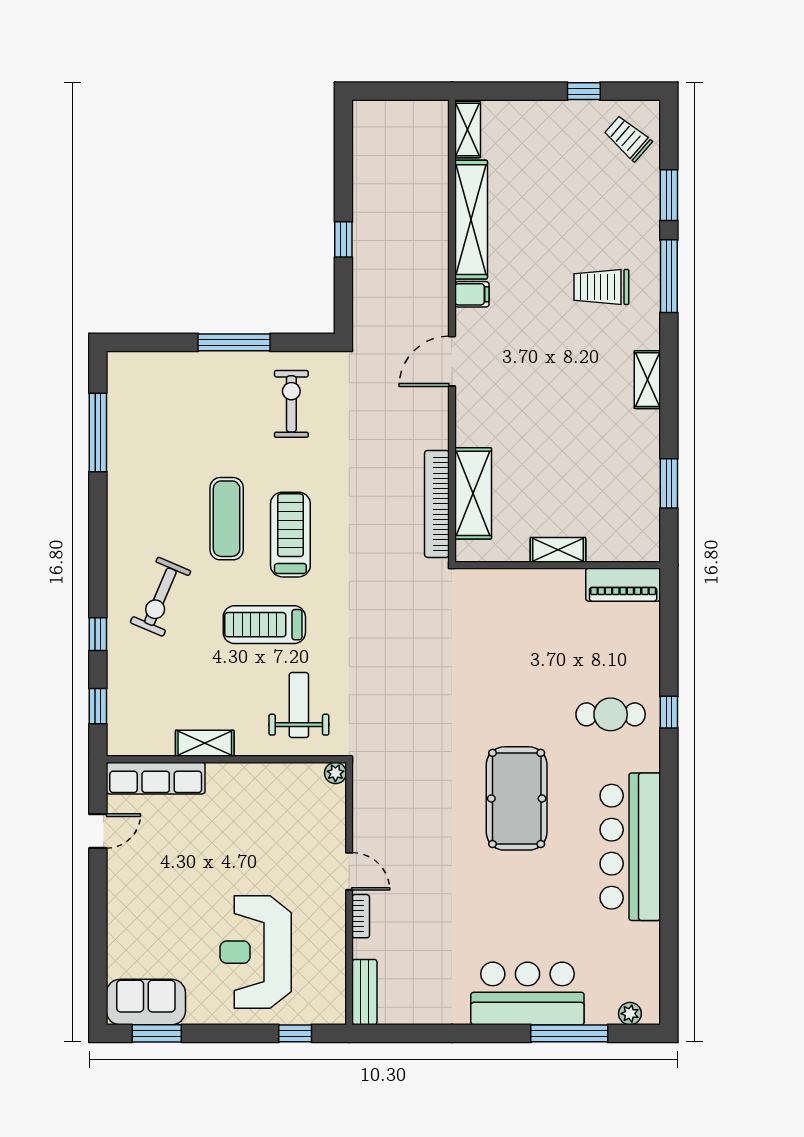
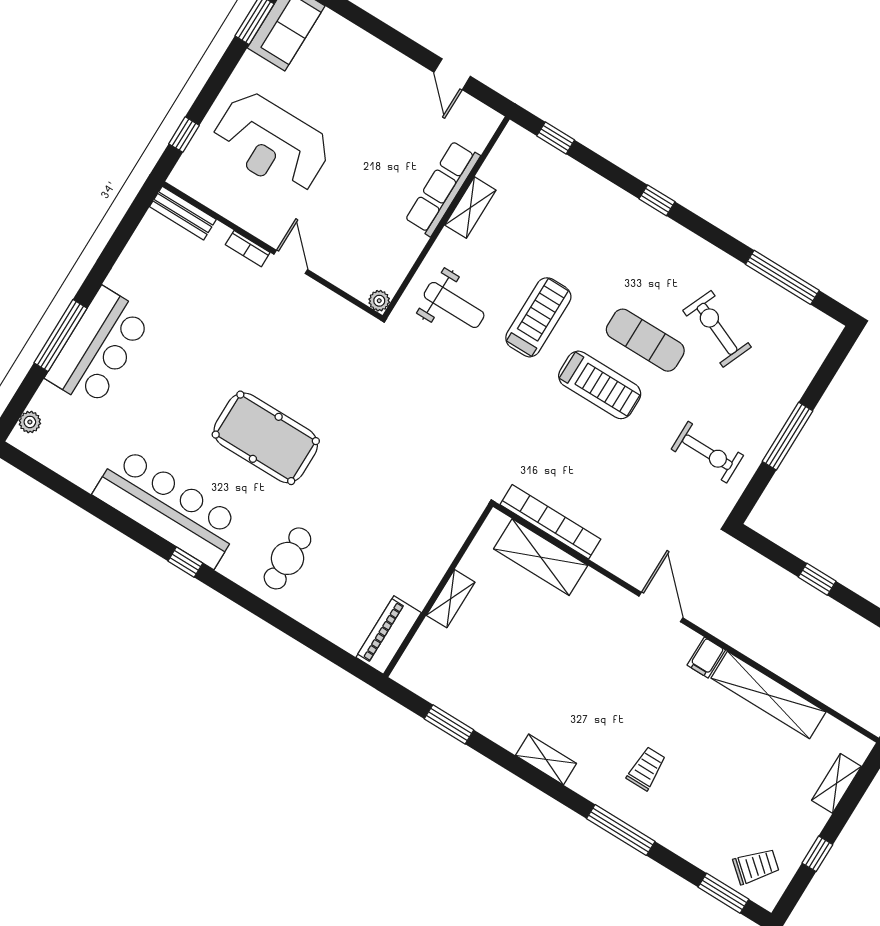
shelving: (468, 129) -> (836, 783), moved, turned 90
window: (669, 195) -> (723, 893), moved
trolley: (601, 287) -> (646, 769), width x0.73, depth x0.72
exercise bike: (160, 597) -> (717, 329), moved
window: (98, 634) -> (657, 200), moved
window: (669, 712) -> (185, 562), moved
row of seats: (156, 778) -> (442, 188), moved
door: (349, 871) -> (291, 262), swing flipped
reception desk: (256, 952) -> (271, 143), turned 180
window: (569, 1033) -> (60, 335), moved

